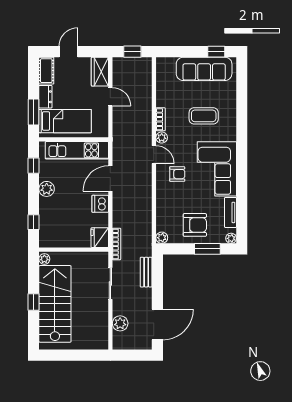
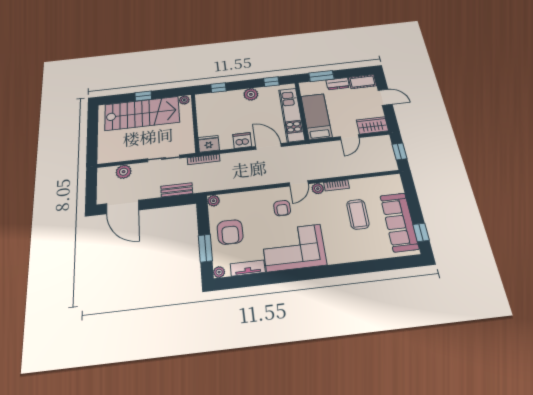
coffee table: (204, 116) -> (358, 214), moved
bed: (65, 121) -> (316, 116), moved, turned 180

